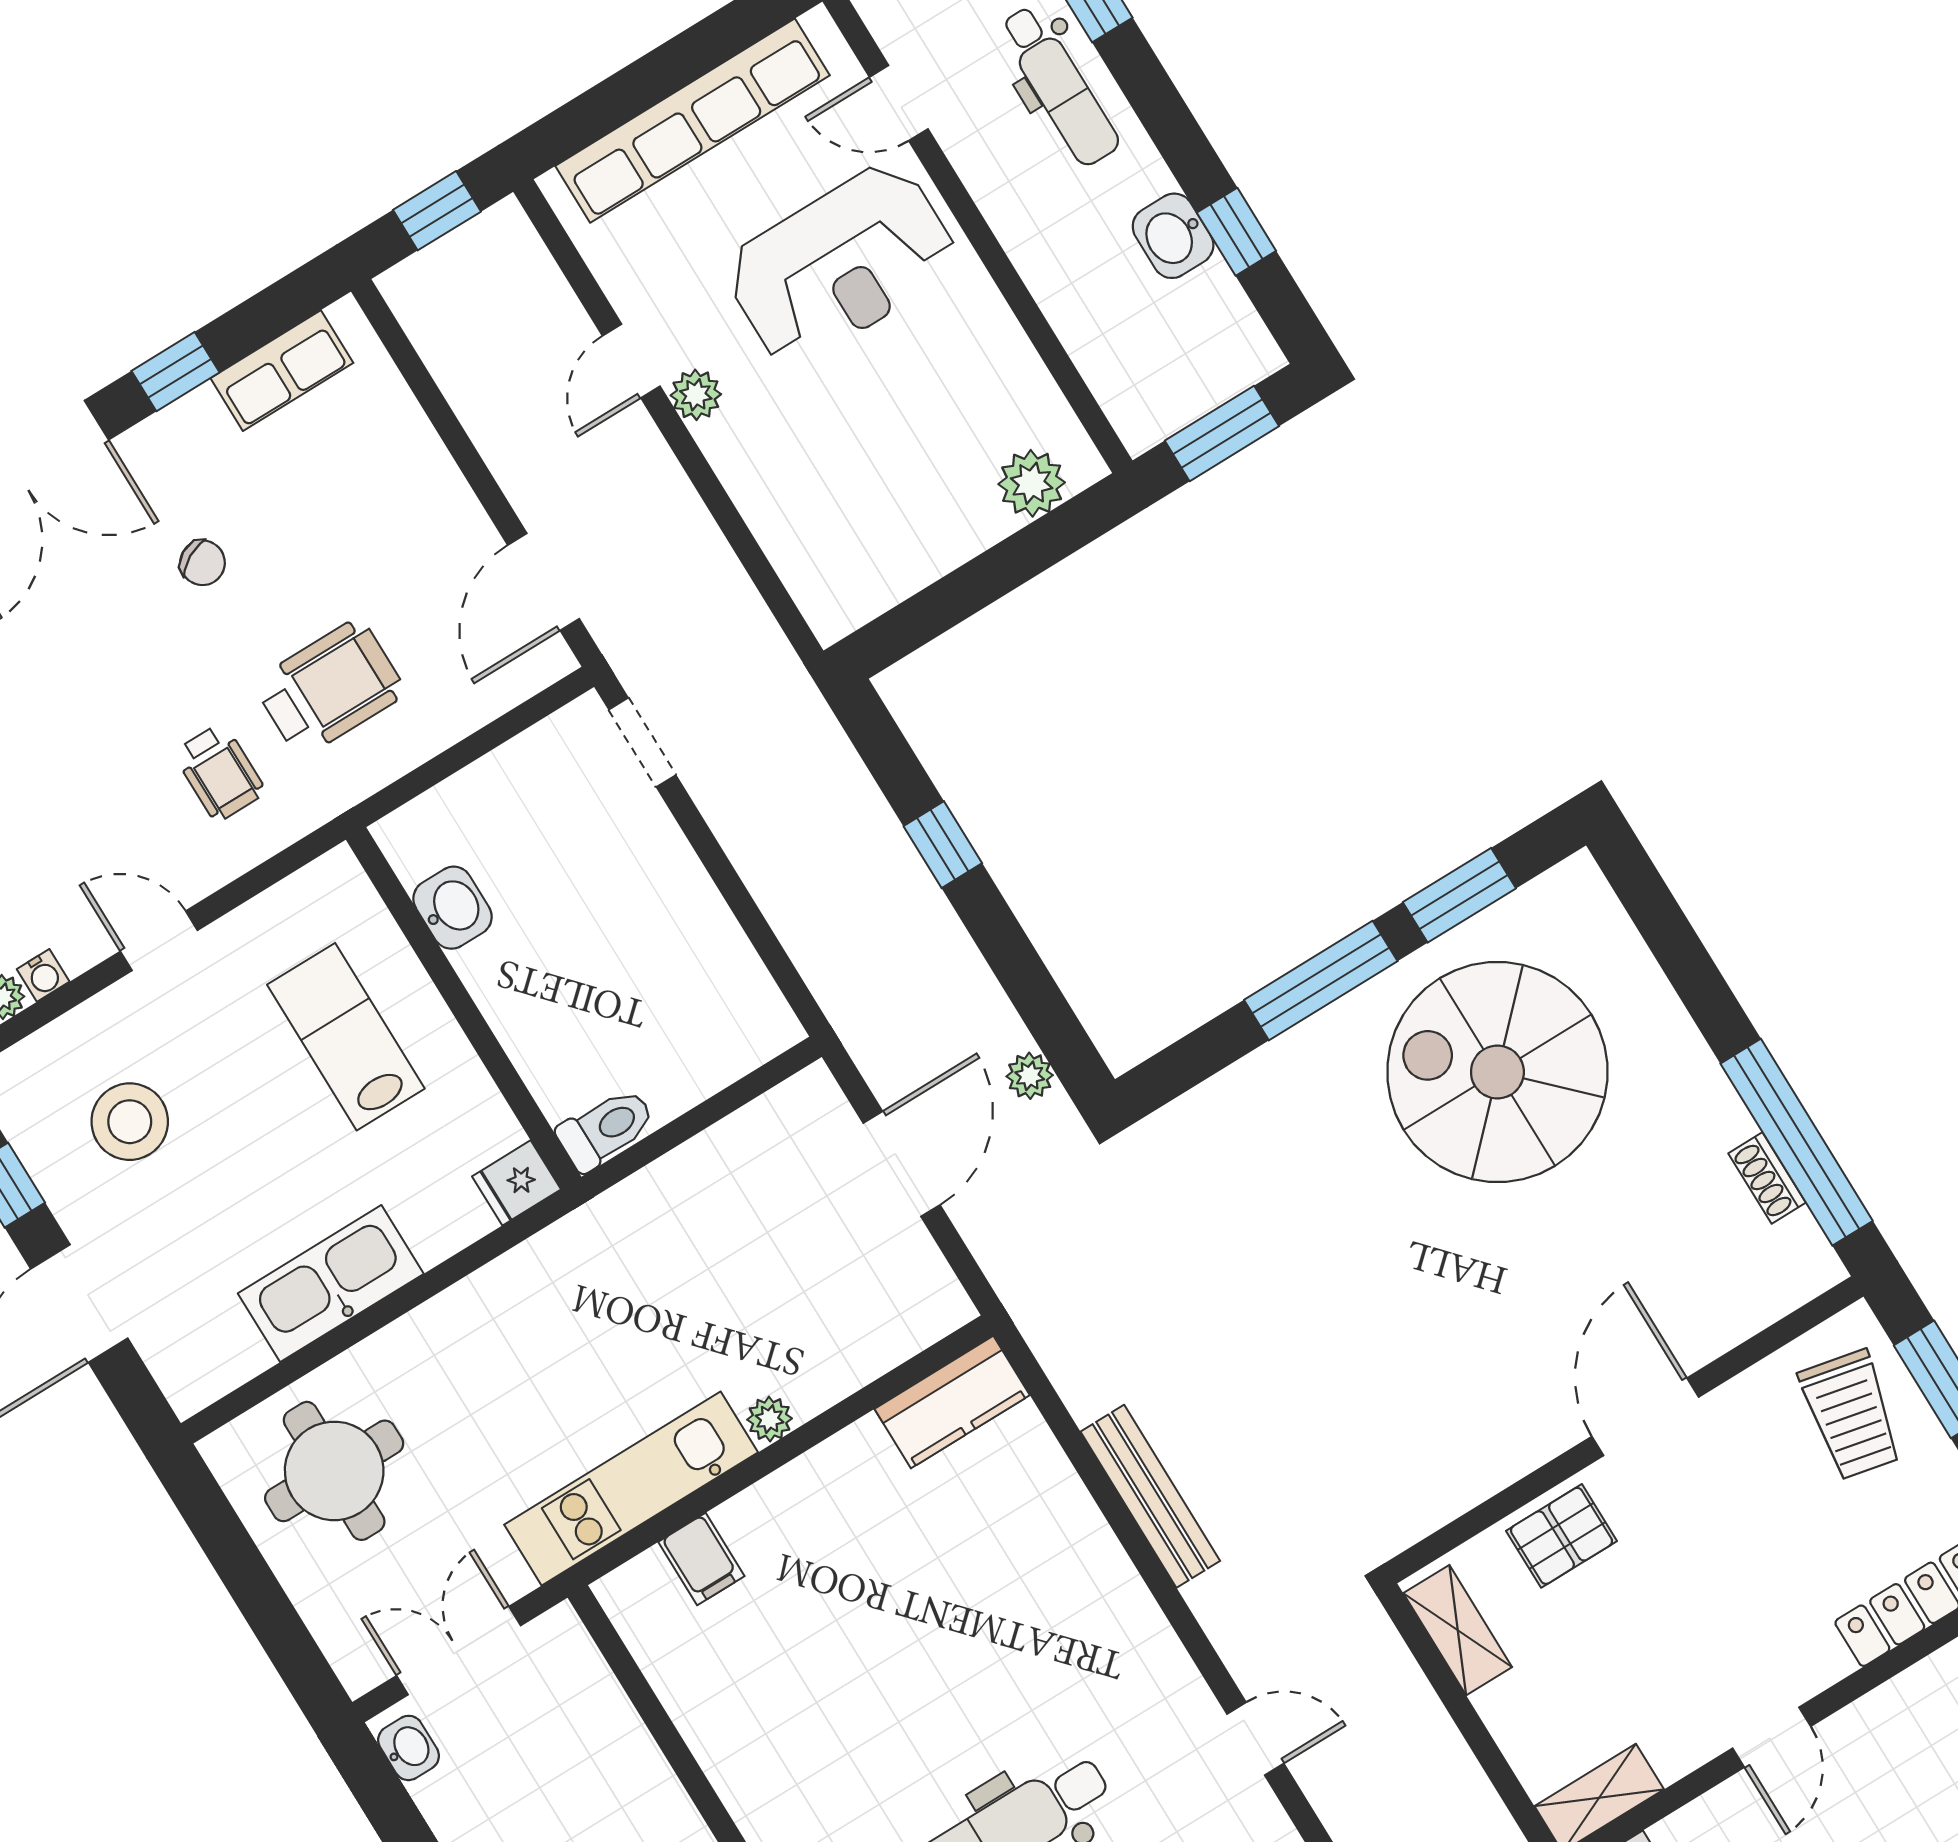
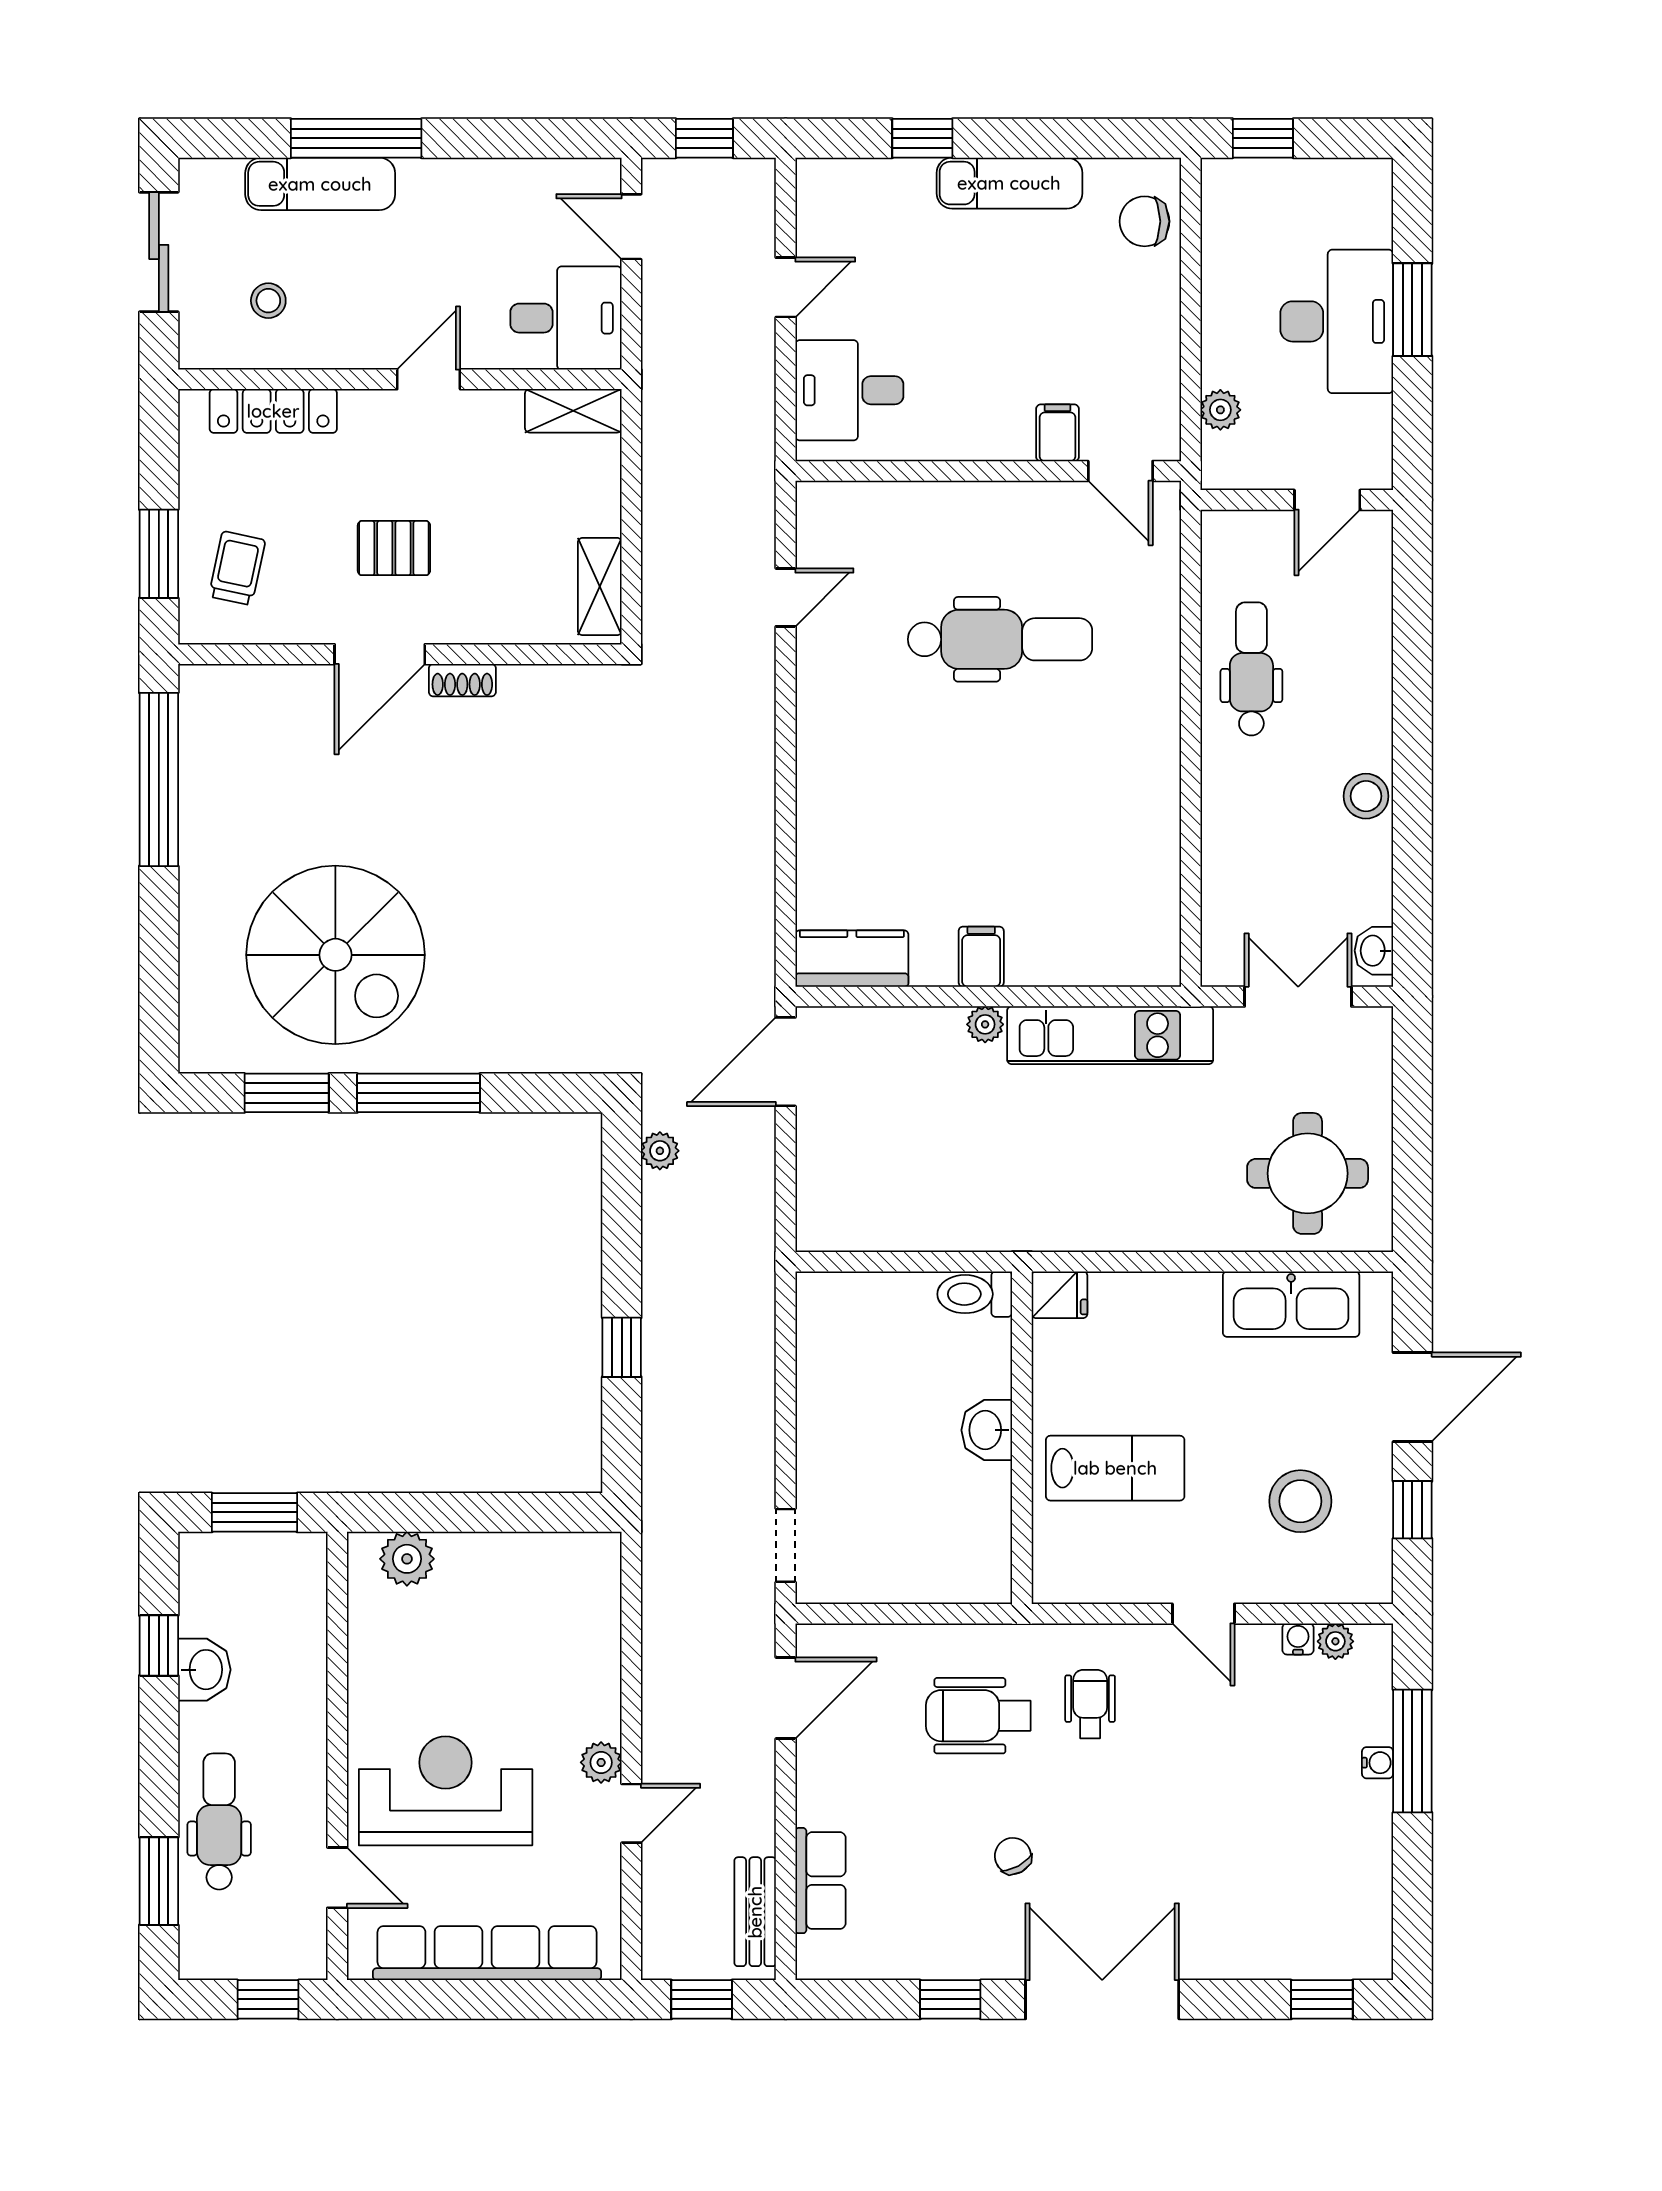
row of seats: (282, 371) -> (820, 1881), moved, turned 90
washbasin: (453, 908) -> (987, 1430), moved
lab bench: (346, 1037) -> (1115, 1468), turned -90
door: (902, 1164) -> (786, 1062), moved
shoe rack: (1767, 1178) -> (462, 680), moved, turned 90
kitchen sink: (331, 1284) -> (1291, 1304), moved
trolley: (1851, 1415) -> (237, 568), width x0.73, depth x0.72
bench: (1150, 1496) -> (755, 1912), moved, width x0.73
pallet: (1562, 1536) -> (394, 548), moved
filing cabinet: (701, 1559) -> (981, 957), moved
double door: (459, 1651) -> (1298, 997), swing flipped
door: (1255, 1739) -> (786, 597), swing flipped

